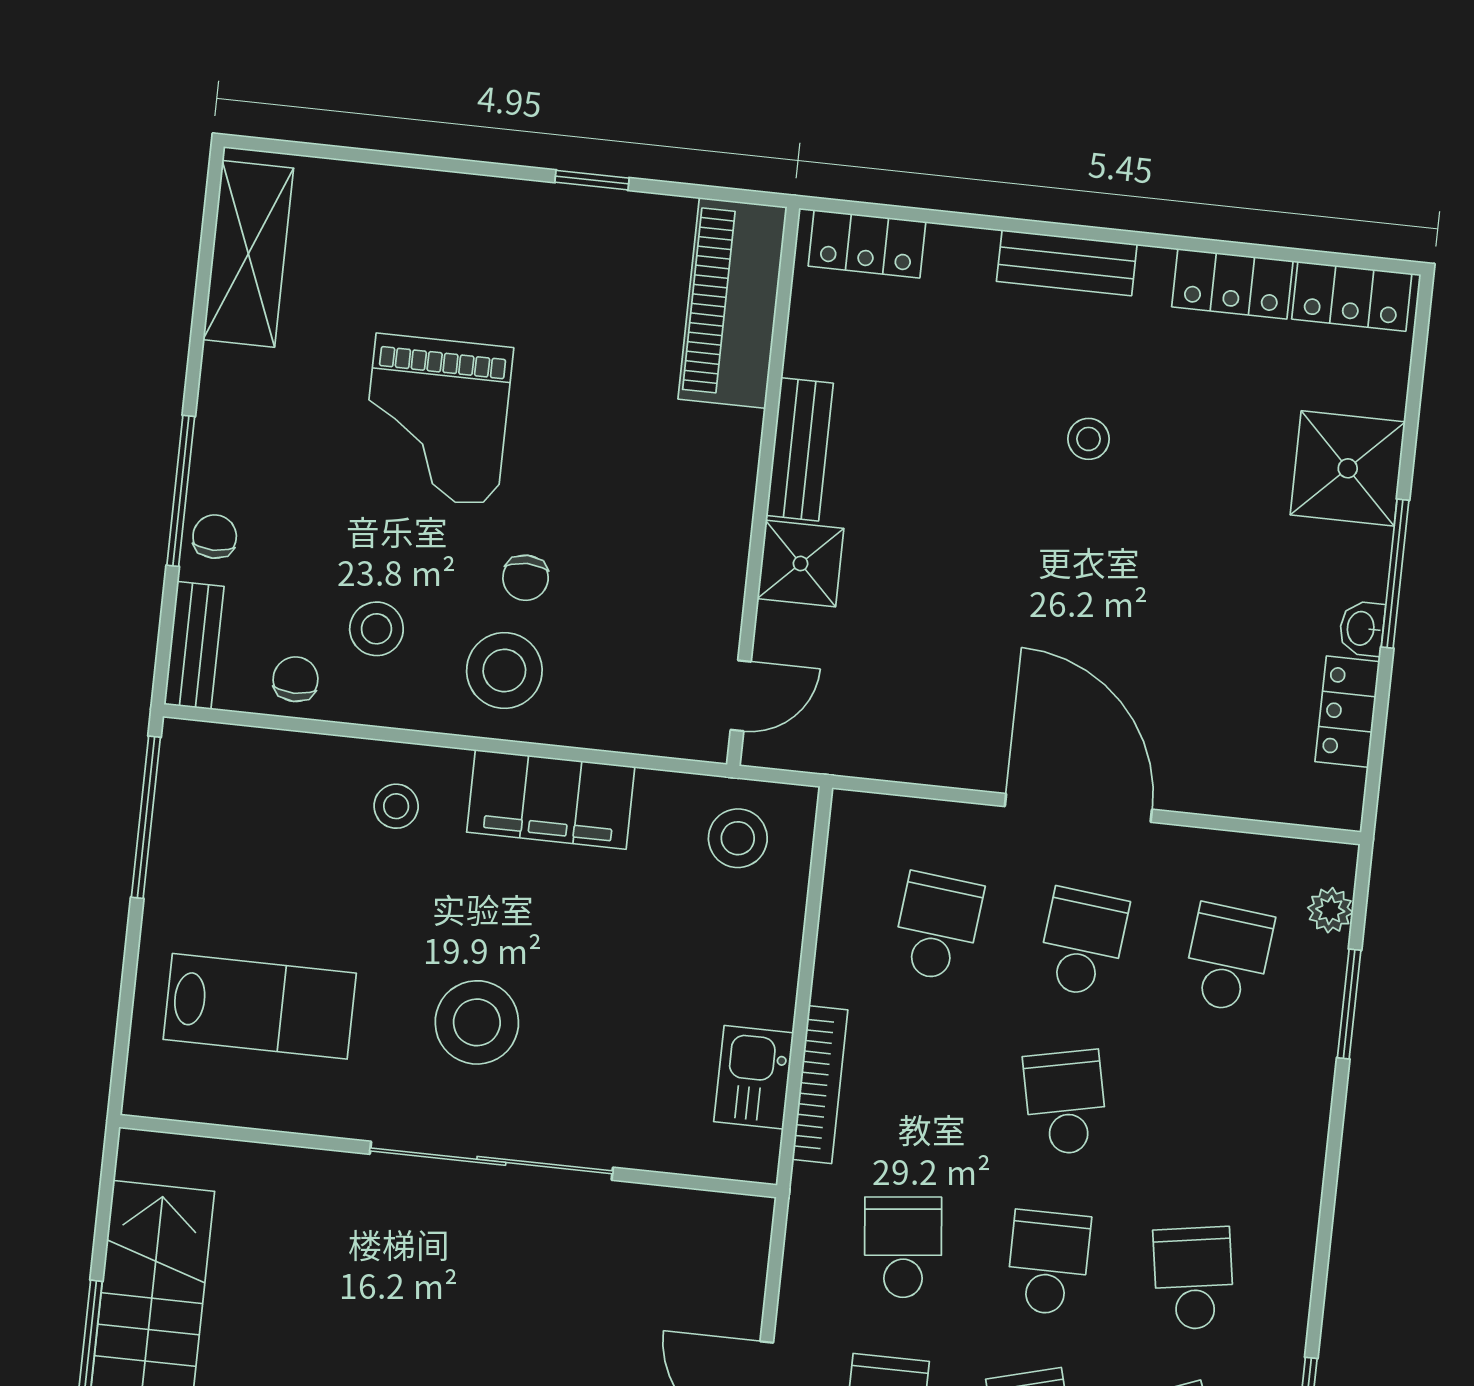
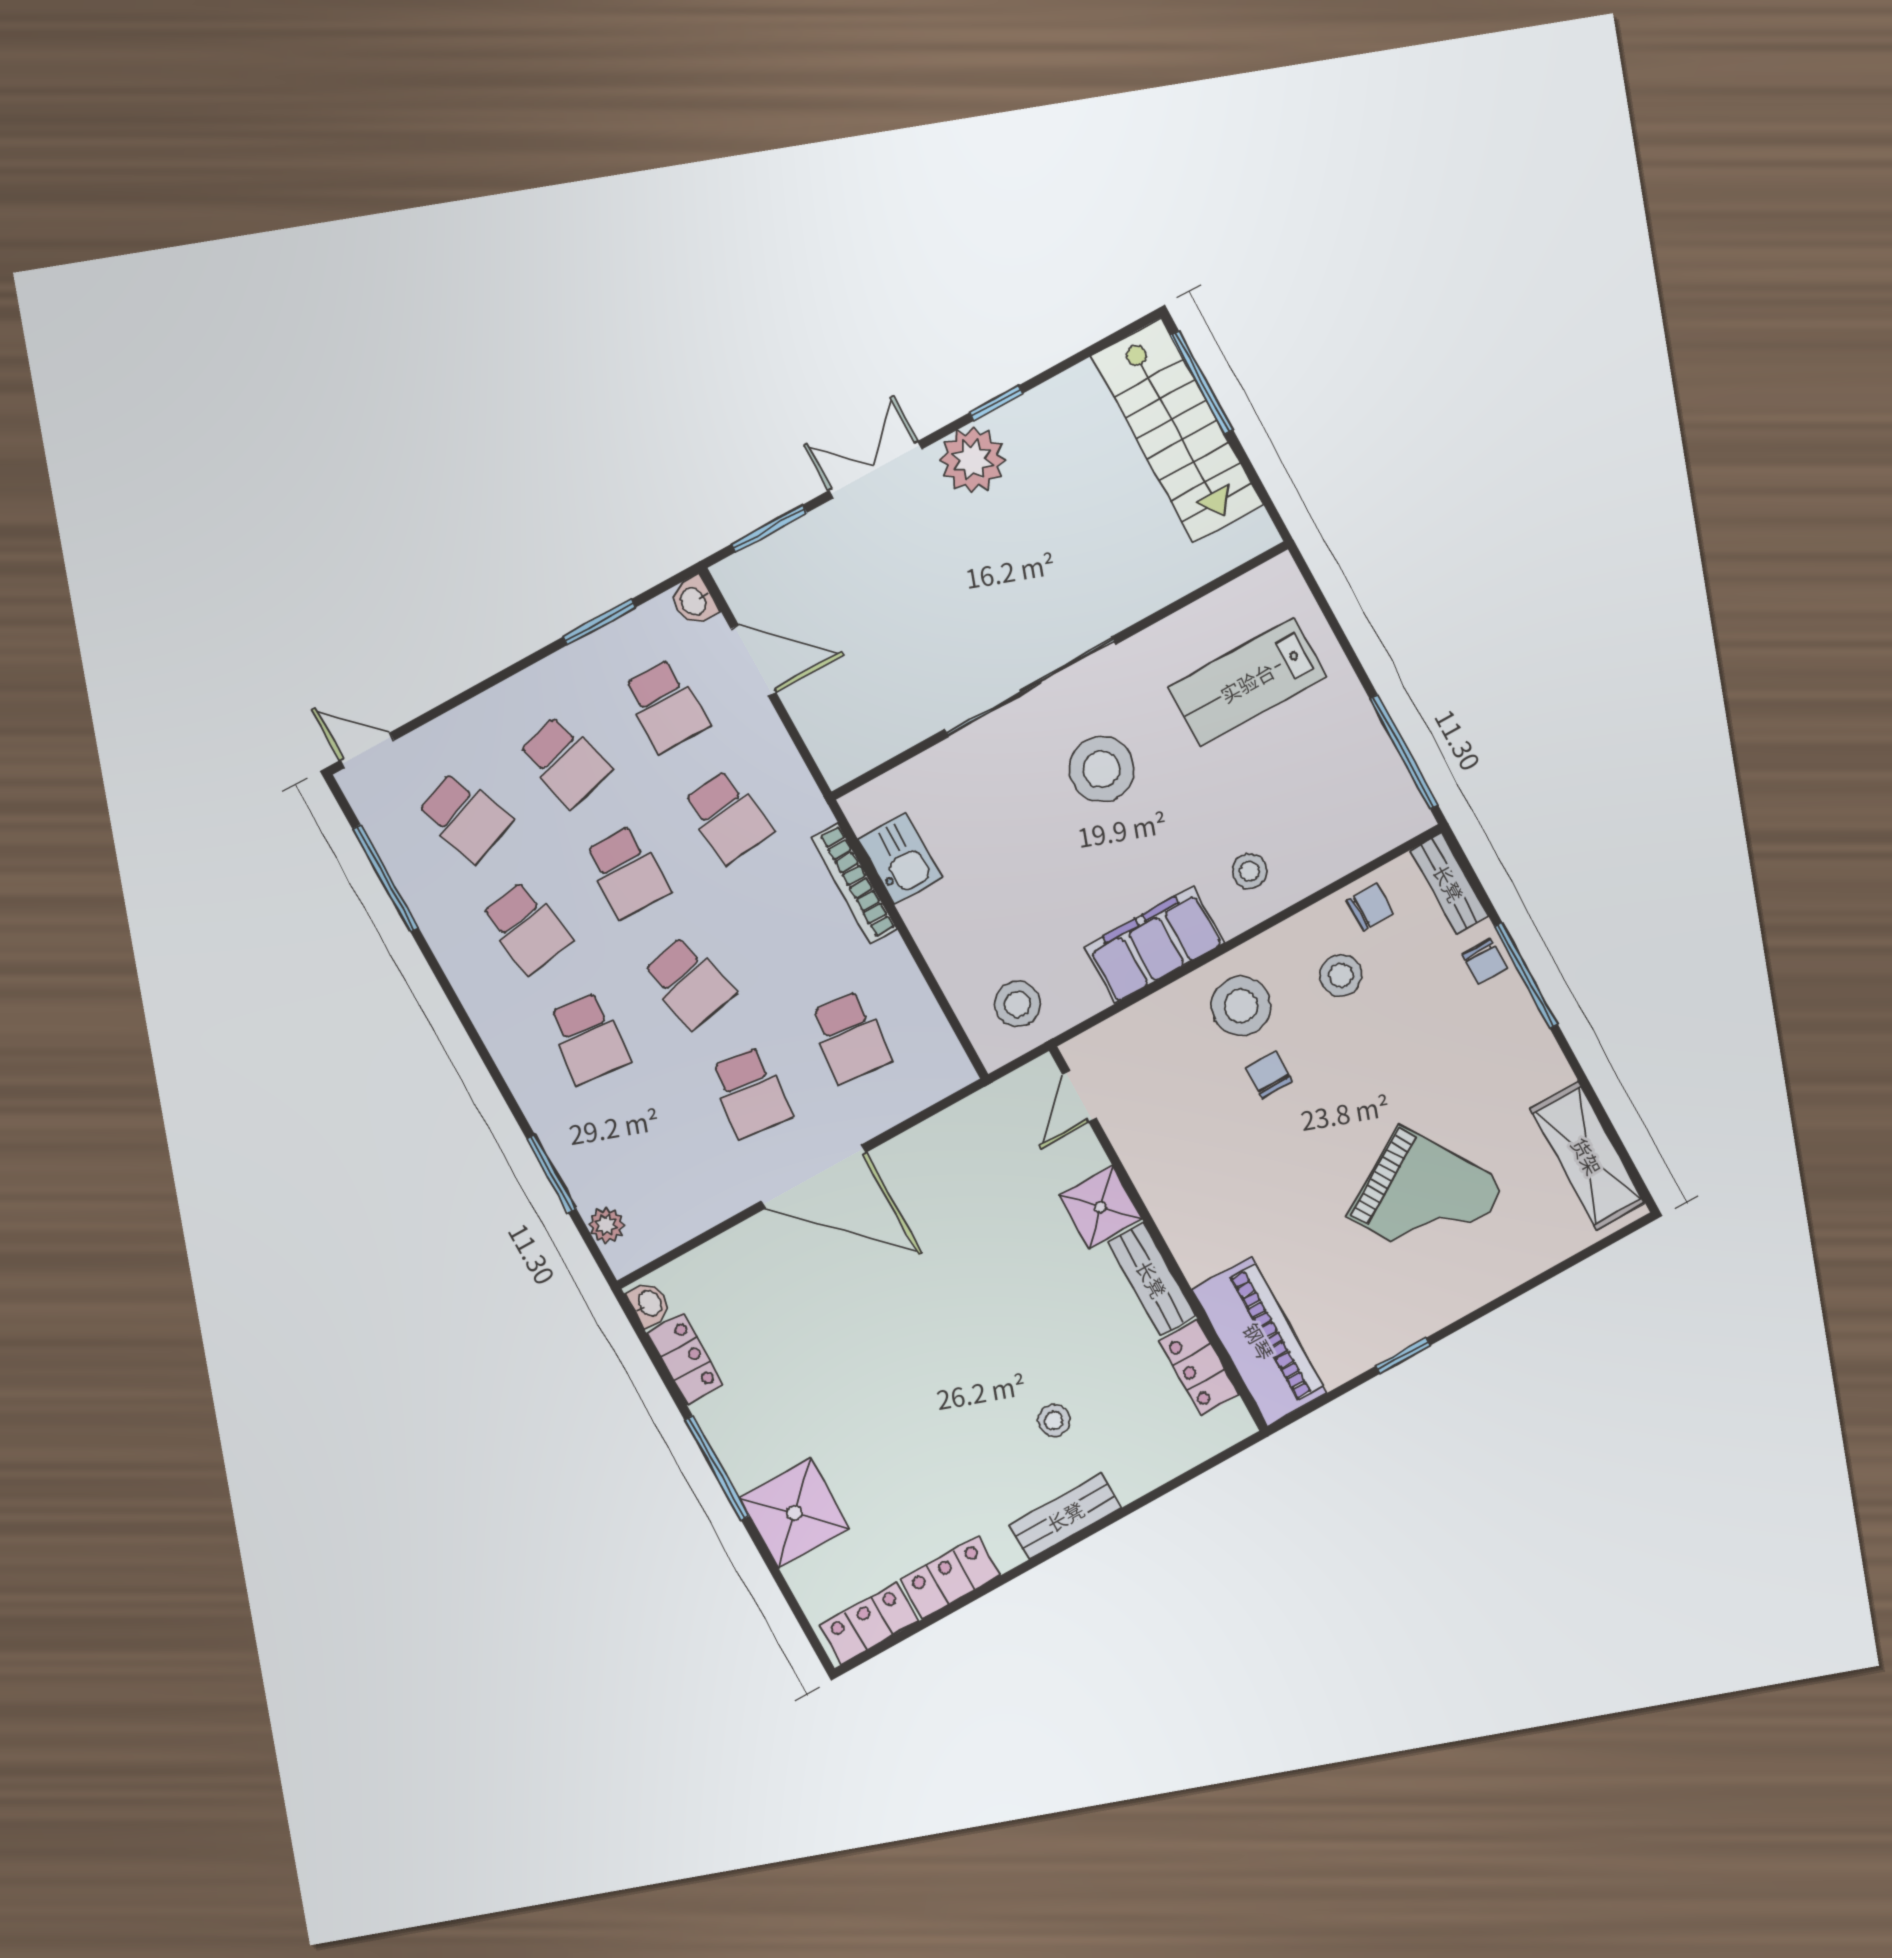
locker: (867, 244) -> (1199, 1368), moved, turned -90
grand piano: (436, 420) -> (1426, 1200), moved, turned 148
stool: (1089, 439) -> (1054, 1420), moved
washbasin: (1362, 628) -> (649, 1304), moved
chair: (296, 679) -> (1370, 907), turned -90
school desk: (1228, 958) -> (588, 1038), moved

